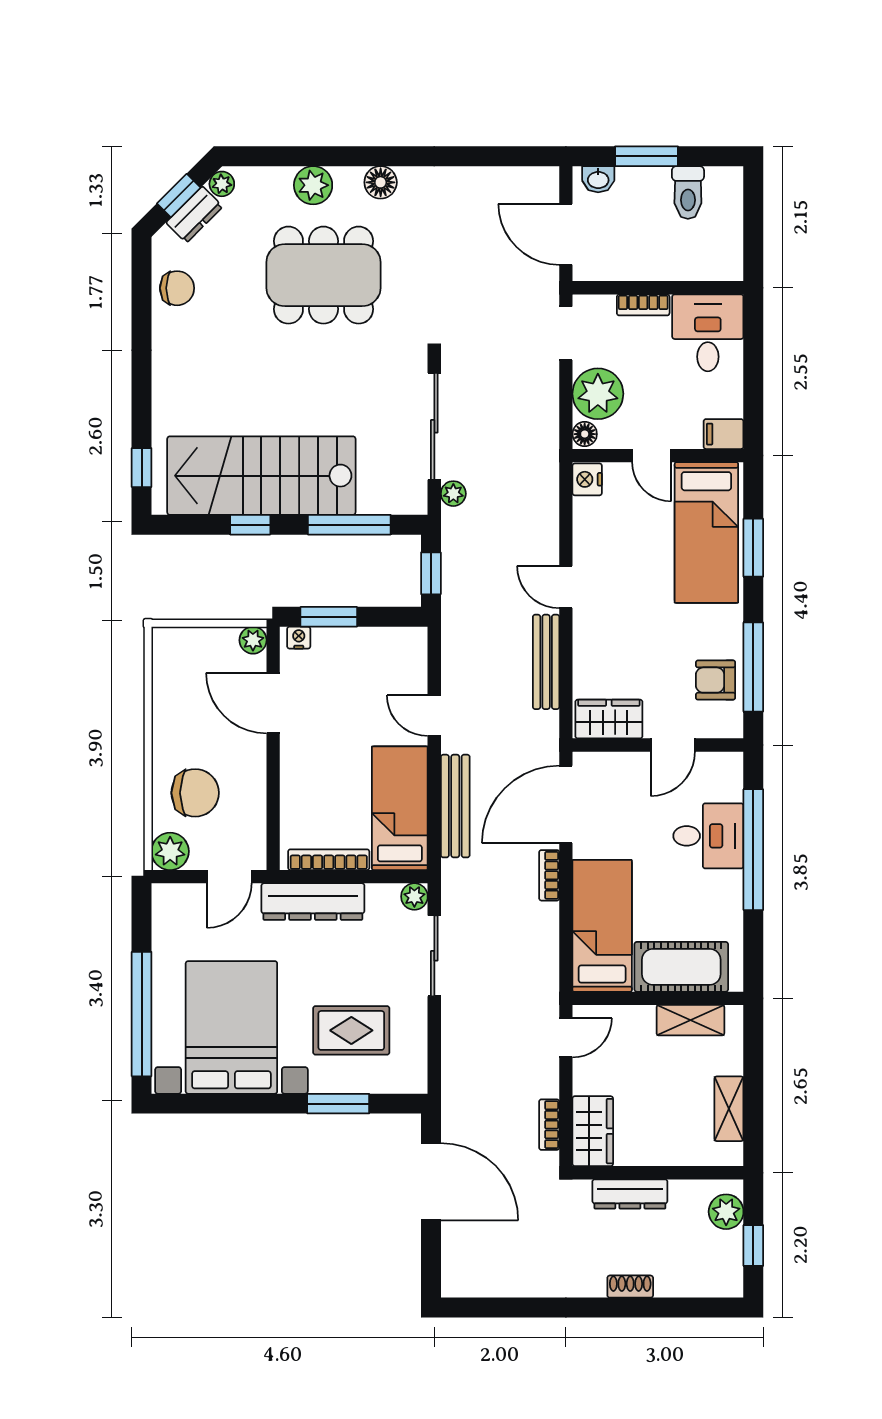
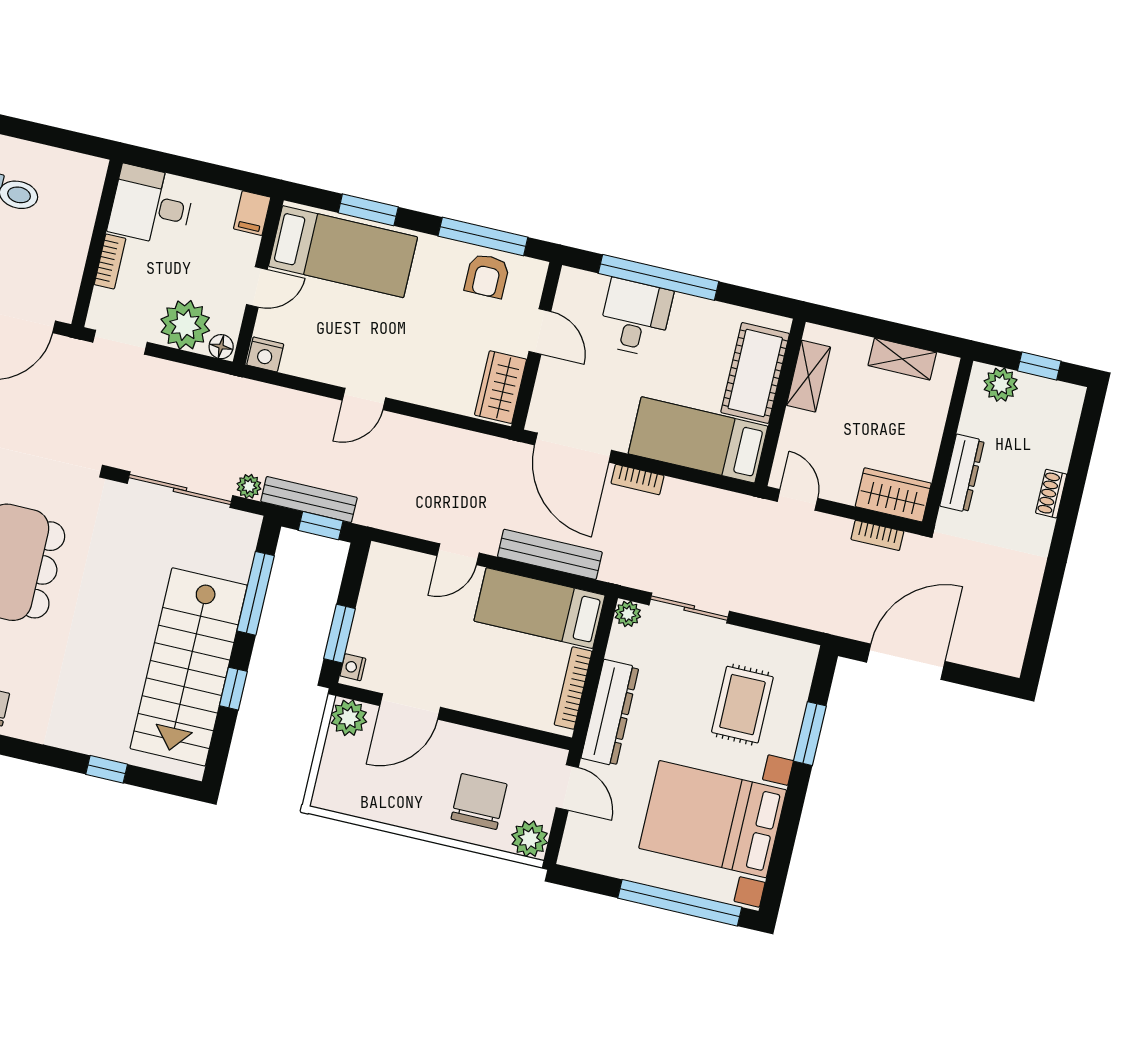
window: (142, 468) -> (107, 769), moved
plant: (253, 640) -> (349, 718), width x1.38, depth x1.38
bench: (546, 662) -> (309, 500), moved

